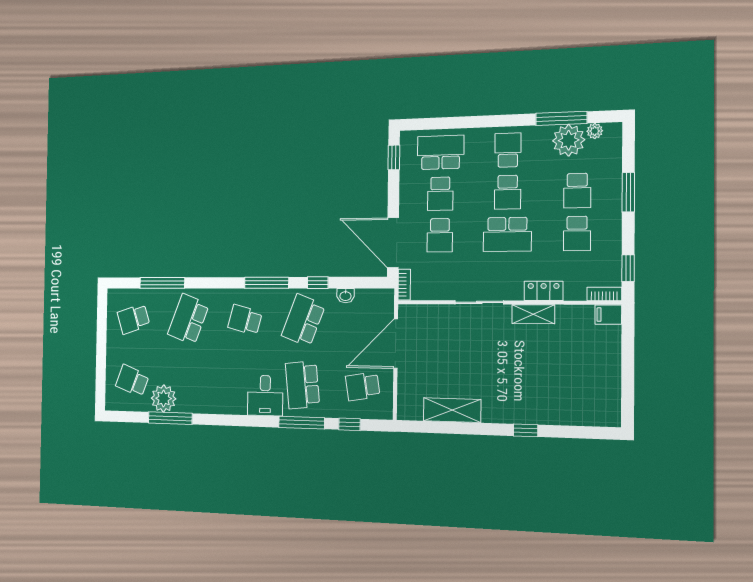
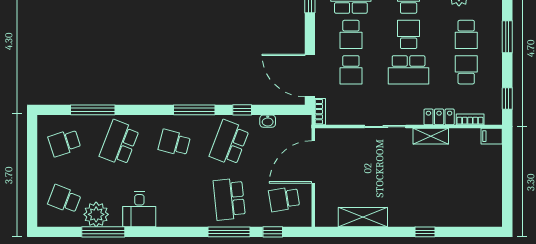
school desk: (508, 192) -> (409, 34), turned 180
school desk: (577, 233) -> (466, 70), turned 180
bookcase: (604, 294) -> (470, 119), moved
desk: (265, 396) -> (139, 209), moved

